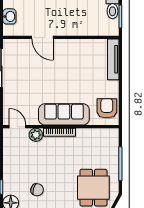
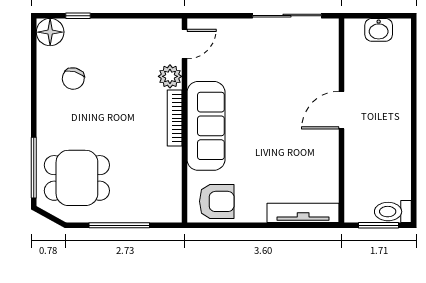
door: (43, 37) -> (342, 110), moved

